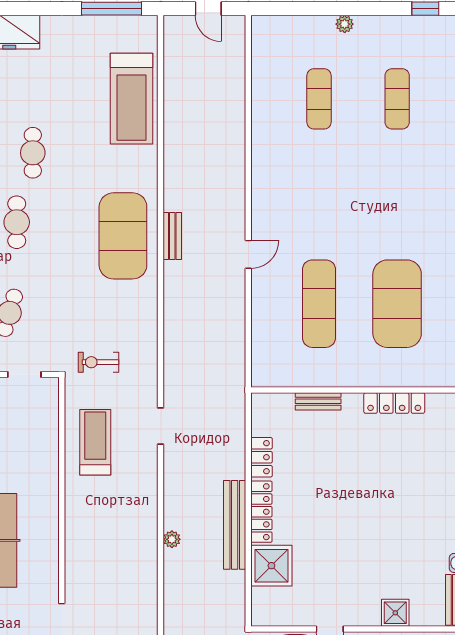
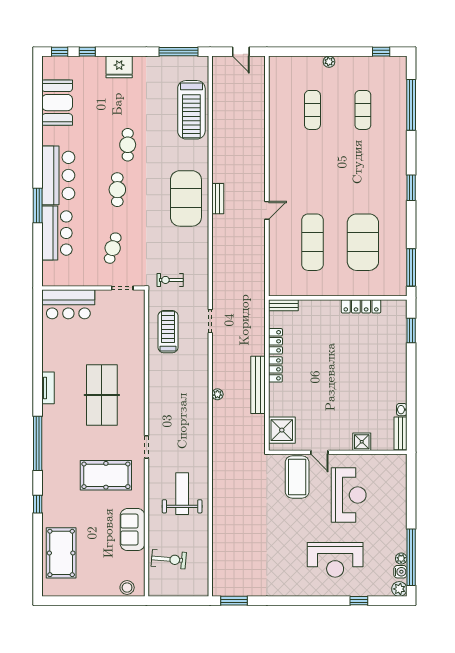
bench: (318, 401) -> (283, 305), moved
locker: (261, 512) -> (275, 369), width x0.66
shower: (271, 566) -> (282, 430), moved

